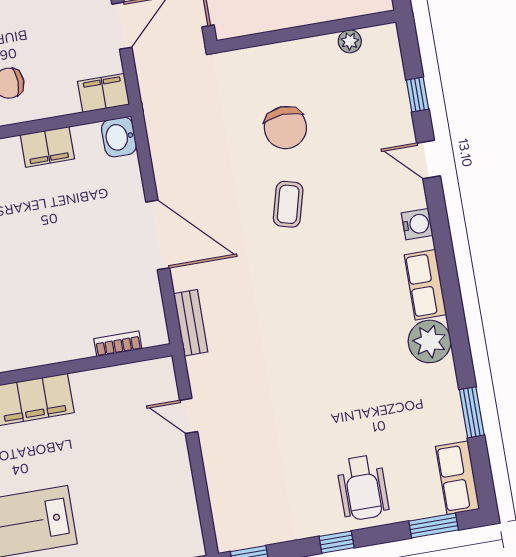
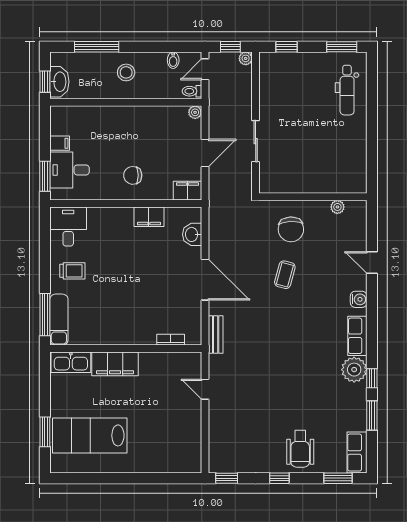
wall: (306, 31) -> (313, 197), moved
plant: (350, 41) -> (337, 207), moved
window: (417, 95) -> (372, 378), moved
washbasin: (119, 137) -> (192, 234), moved

